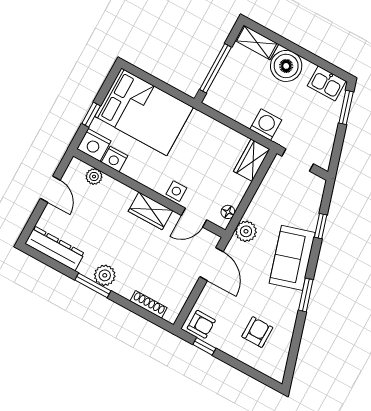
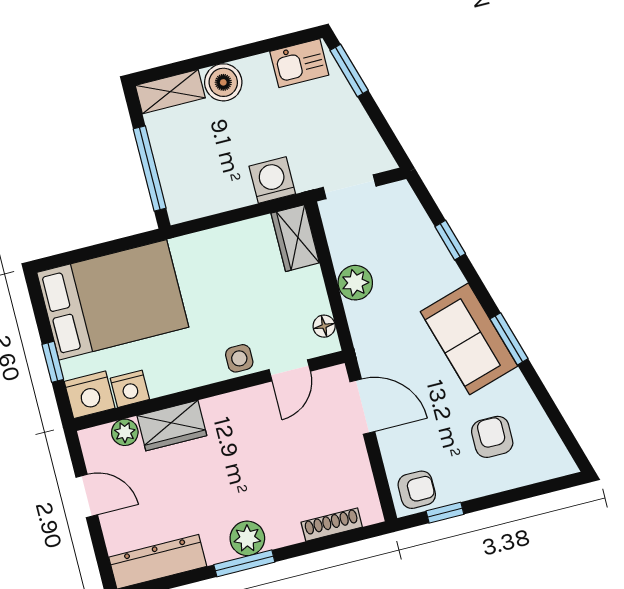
boiler: (286, 66) -> (223, 82), width x0.73, depth x0.73
wardrobe: (150, 211) -> (172, 426), moved
plant: (246, 231) -> (355, 283), moved
sofa: (292, 258) -> (469, 339), moved

